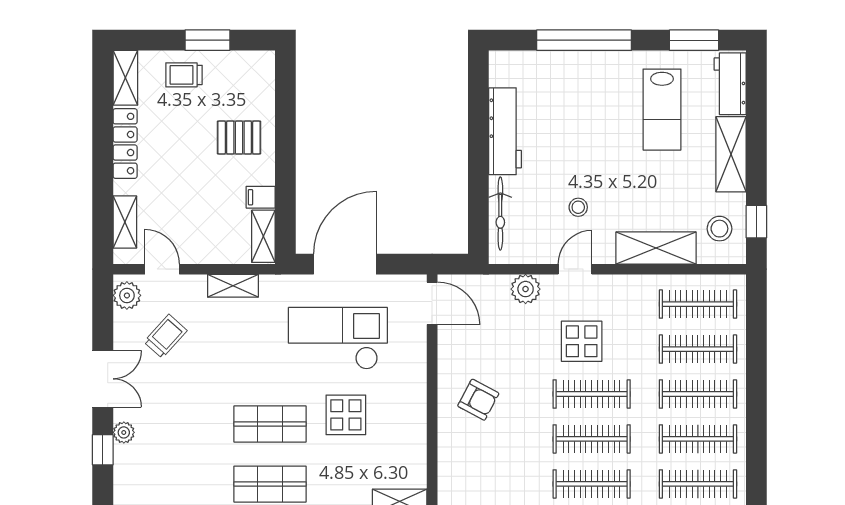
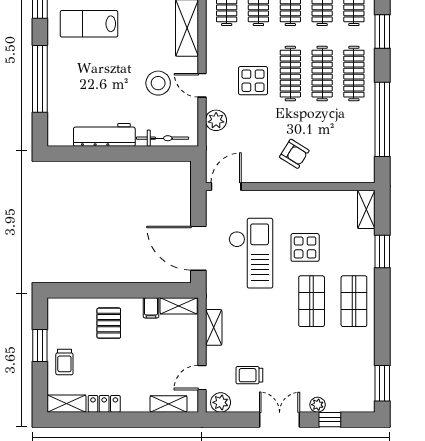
lab bench: (662, 110) -> (89, 24), turned 180
locker: (125, 144) -> (104, 404), width x0.66
stool: (578, 207) -> (158, 83), width x1.89, depth x1.89
trolley: (165, 336) -> (249, 375), turned -42
checkout: (338, 338) -> (251, 253), turned 180
armchair: (478, 400) -> (294, 154), turned 94

